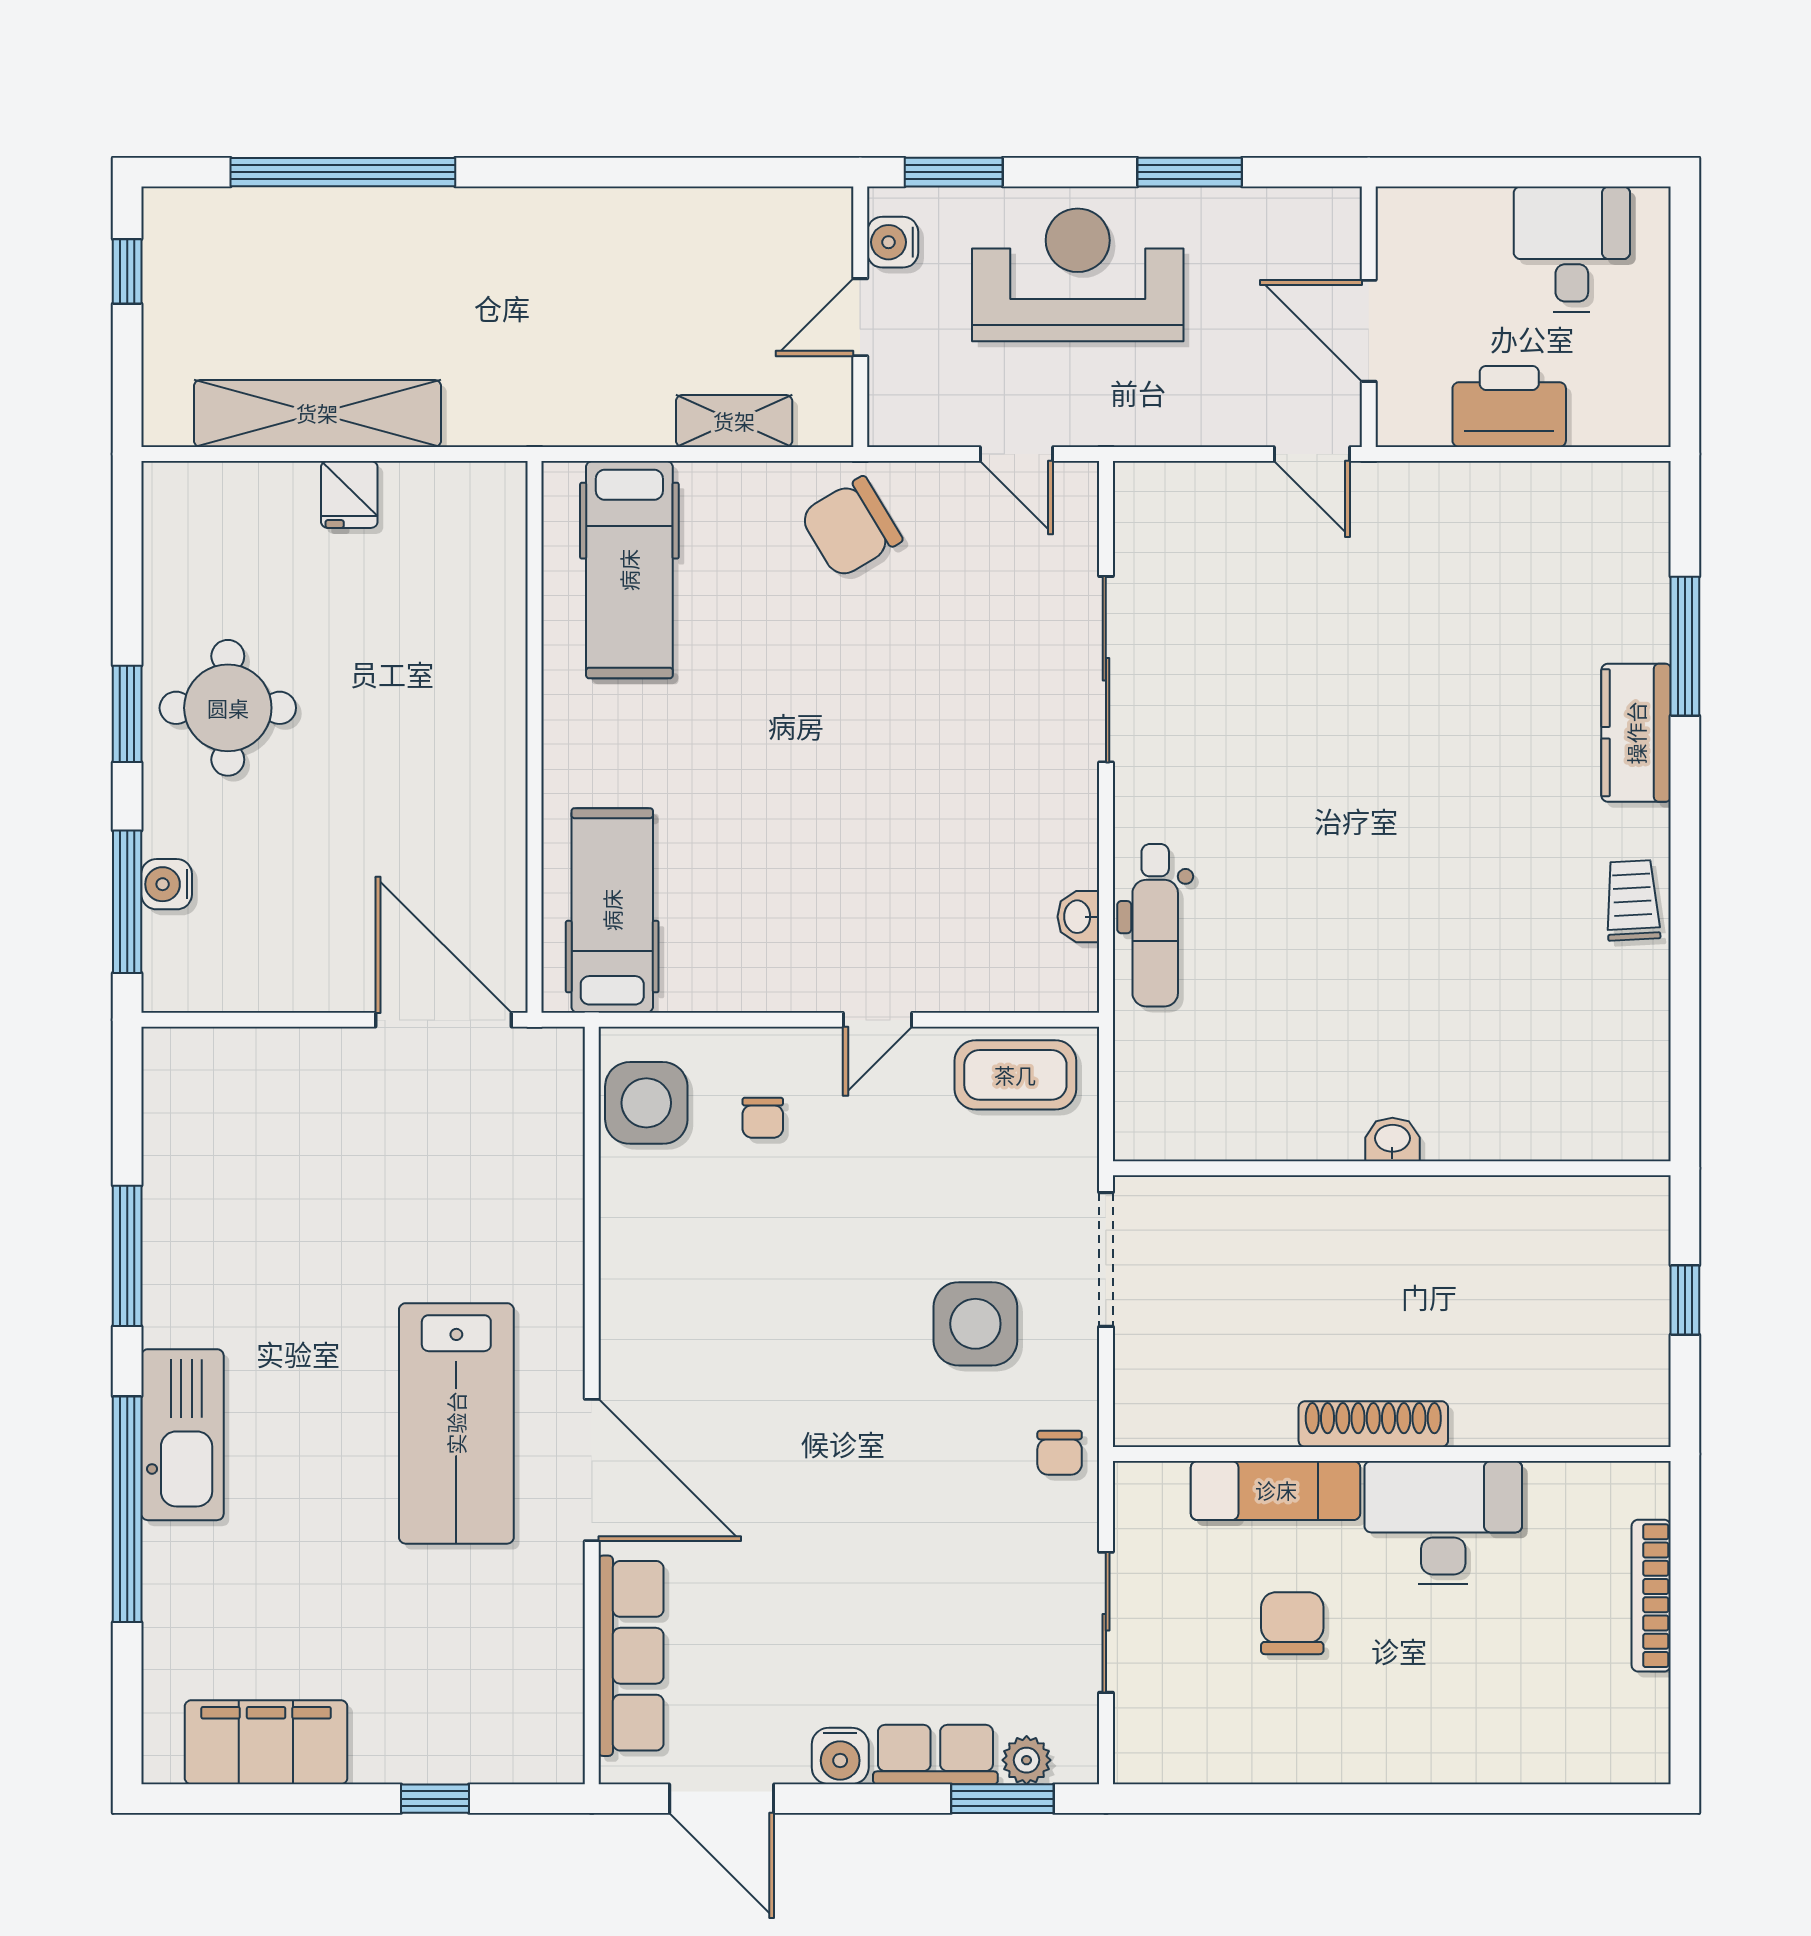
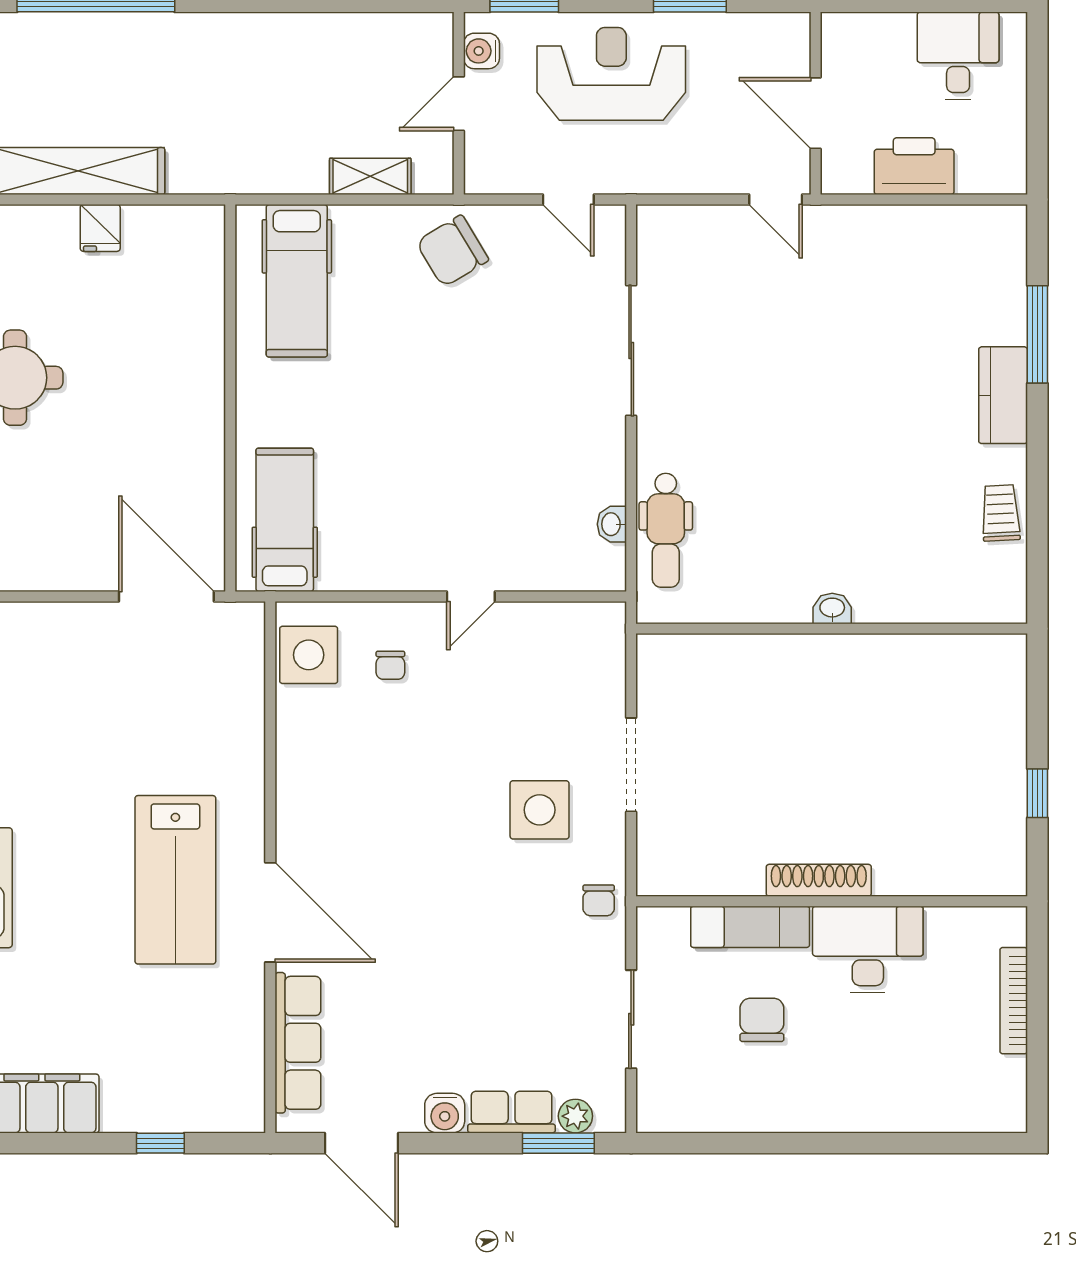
coffee table: (1015, 1075) -> (568, 635), removed
washbasin: (1392, 1140) -> (832, 608), moved
wall: (1392, 1168) -> (832, 629), moved

